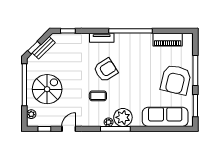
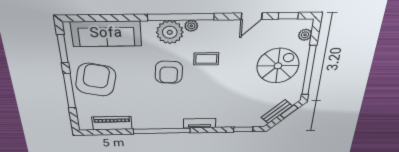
armchair: (106, 70) -> (169, 72), moved, turned -55
spiral stairs: (47, 89) -> (278, 66), turned 180
window: (115, 129) -> (181, 17), width x1.46

